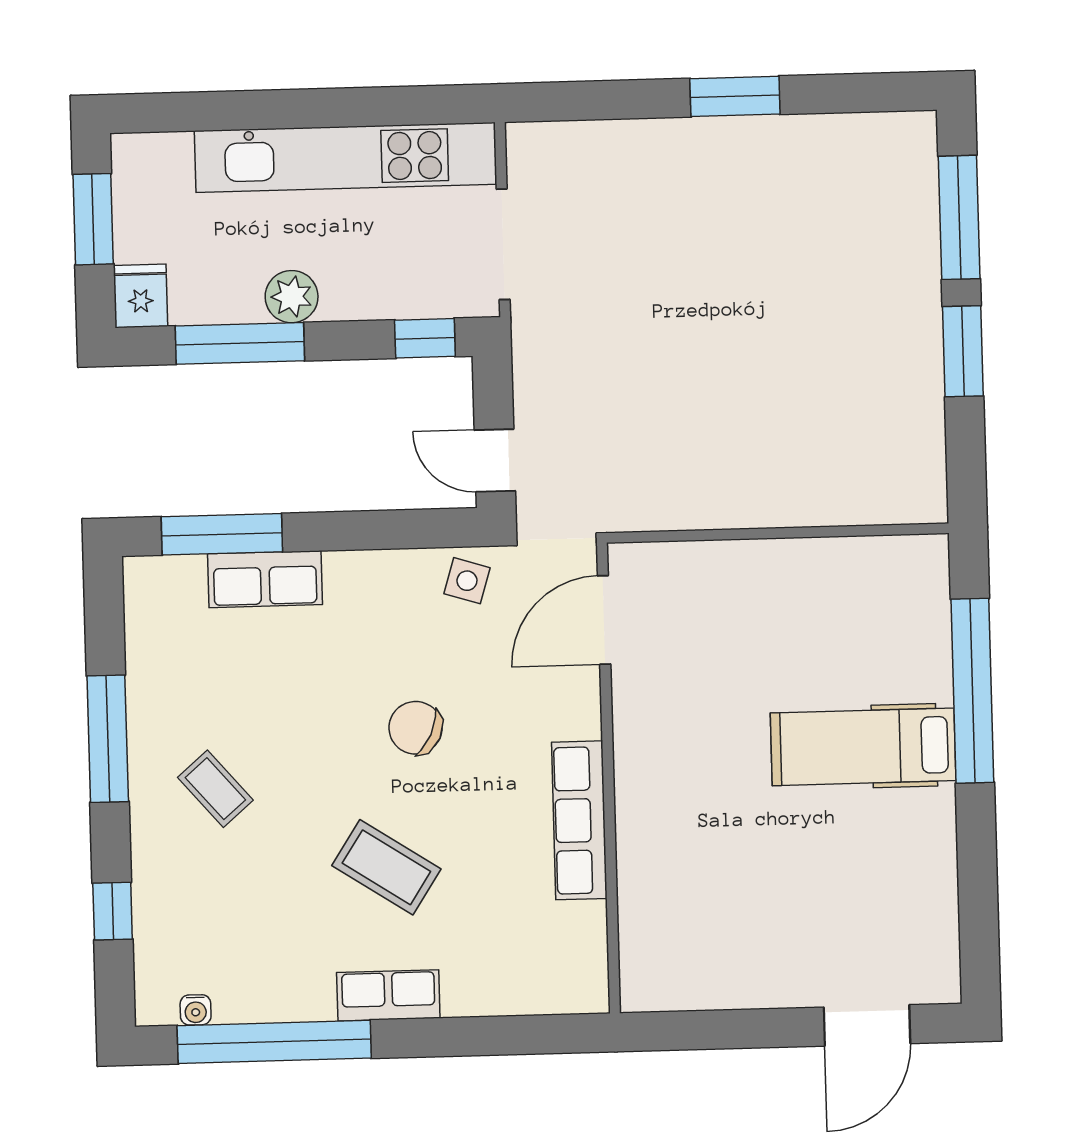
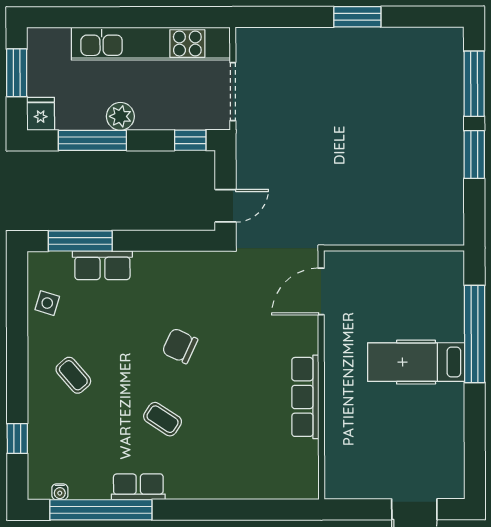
door: (495, 461) -> (225, 206), swing flipped
side table: (467, 581) -> (47, 303), moved
door: (604, 620) -> (321, 291), moved
window: (108, 739) -> (17, 347), removed
wall: (608, 778) -> (321, 375), moved
row of seats: (579, 820) -> (305, 397), moved
coffee table: (386, 867) -> (163, 419), width x0.73, depth x0.77
row of seats: (388, 995) -> (138, 487), moved

